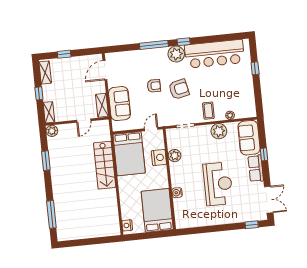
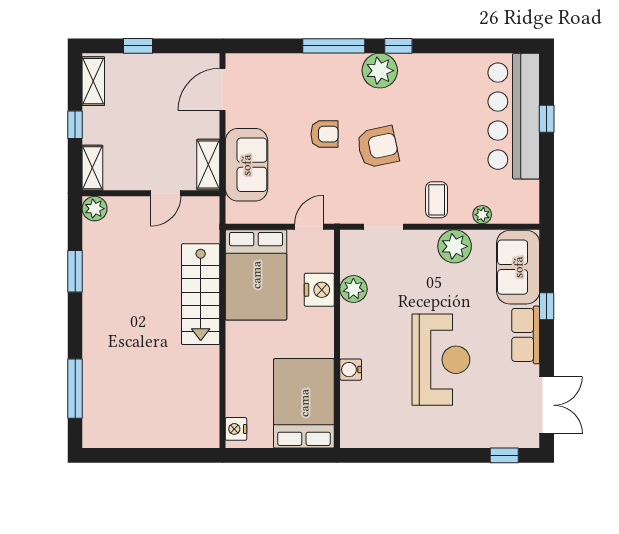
bar counter: (214, 54) -> (514, 116), moved, turned 90

